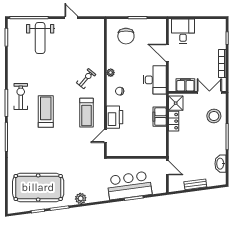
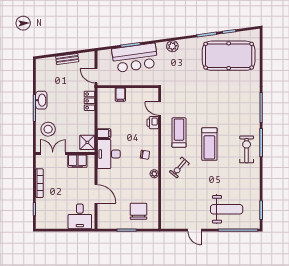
weight bench: (40, 38) -> (227, 209), turned 90
desk: (155, 80) -> (109, 154), moved
double door: (209, 92) -> (53, 154), swing flipped
exercise bike: (21, 96) -> (247, 149), turned 180
treadmill: (46, 112) -> (209, 144), moved
printer: (115, 117) -> (153, 123), width x0.53, depth x0.68
filing cabinet: (160, 117) -> (104, 134), width x0.50
locker: (174, 121) -> (90, 101), moved
door: (105, 136) -> (160, 109), swing flipped
filing cabinet: (144, 150) -> (120, 95), added
washbasin: (221, 164) -> (41, 100), moved
plant: (81, 198) -> (172, 46), moved

